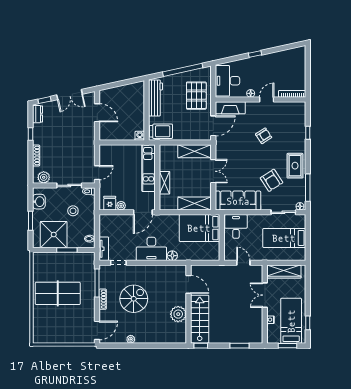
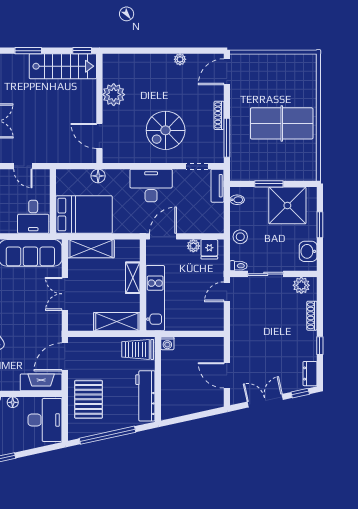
shelving: (194, 151) -> (117, 322), moved
stool: (73, 211) -> (240, 237), moved
floor lamp: (172, 256) -> (98, 176), moved
spiral stairs: (134, 299) -> (166, 130), moved
stairs: (200, 319) -> (63, 66), moved, turned -90

